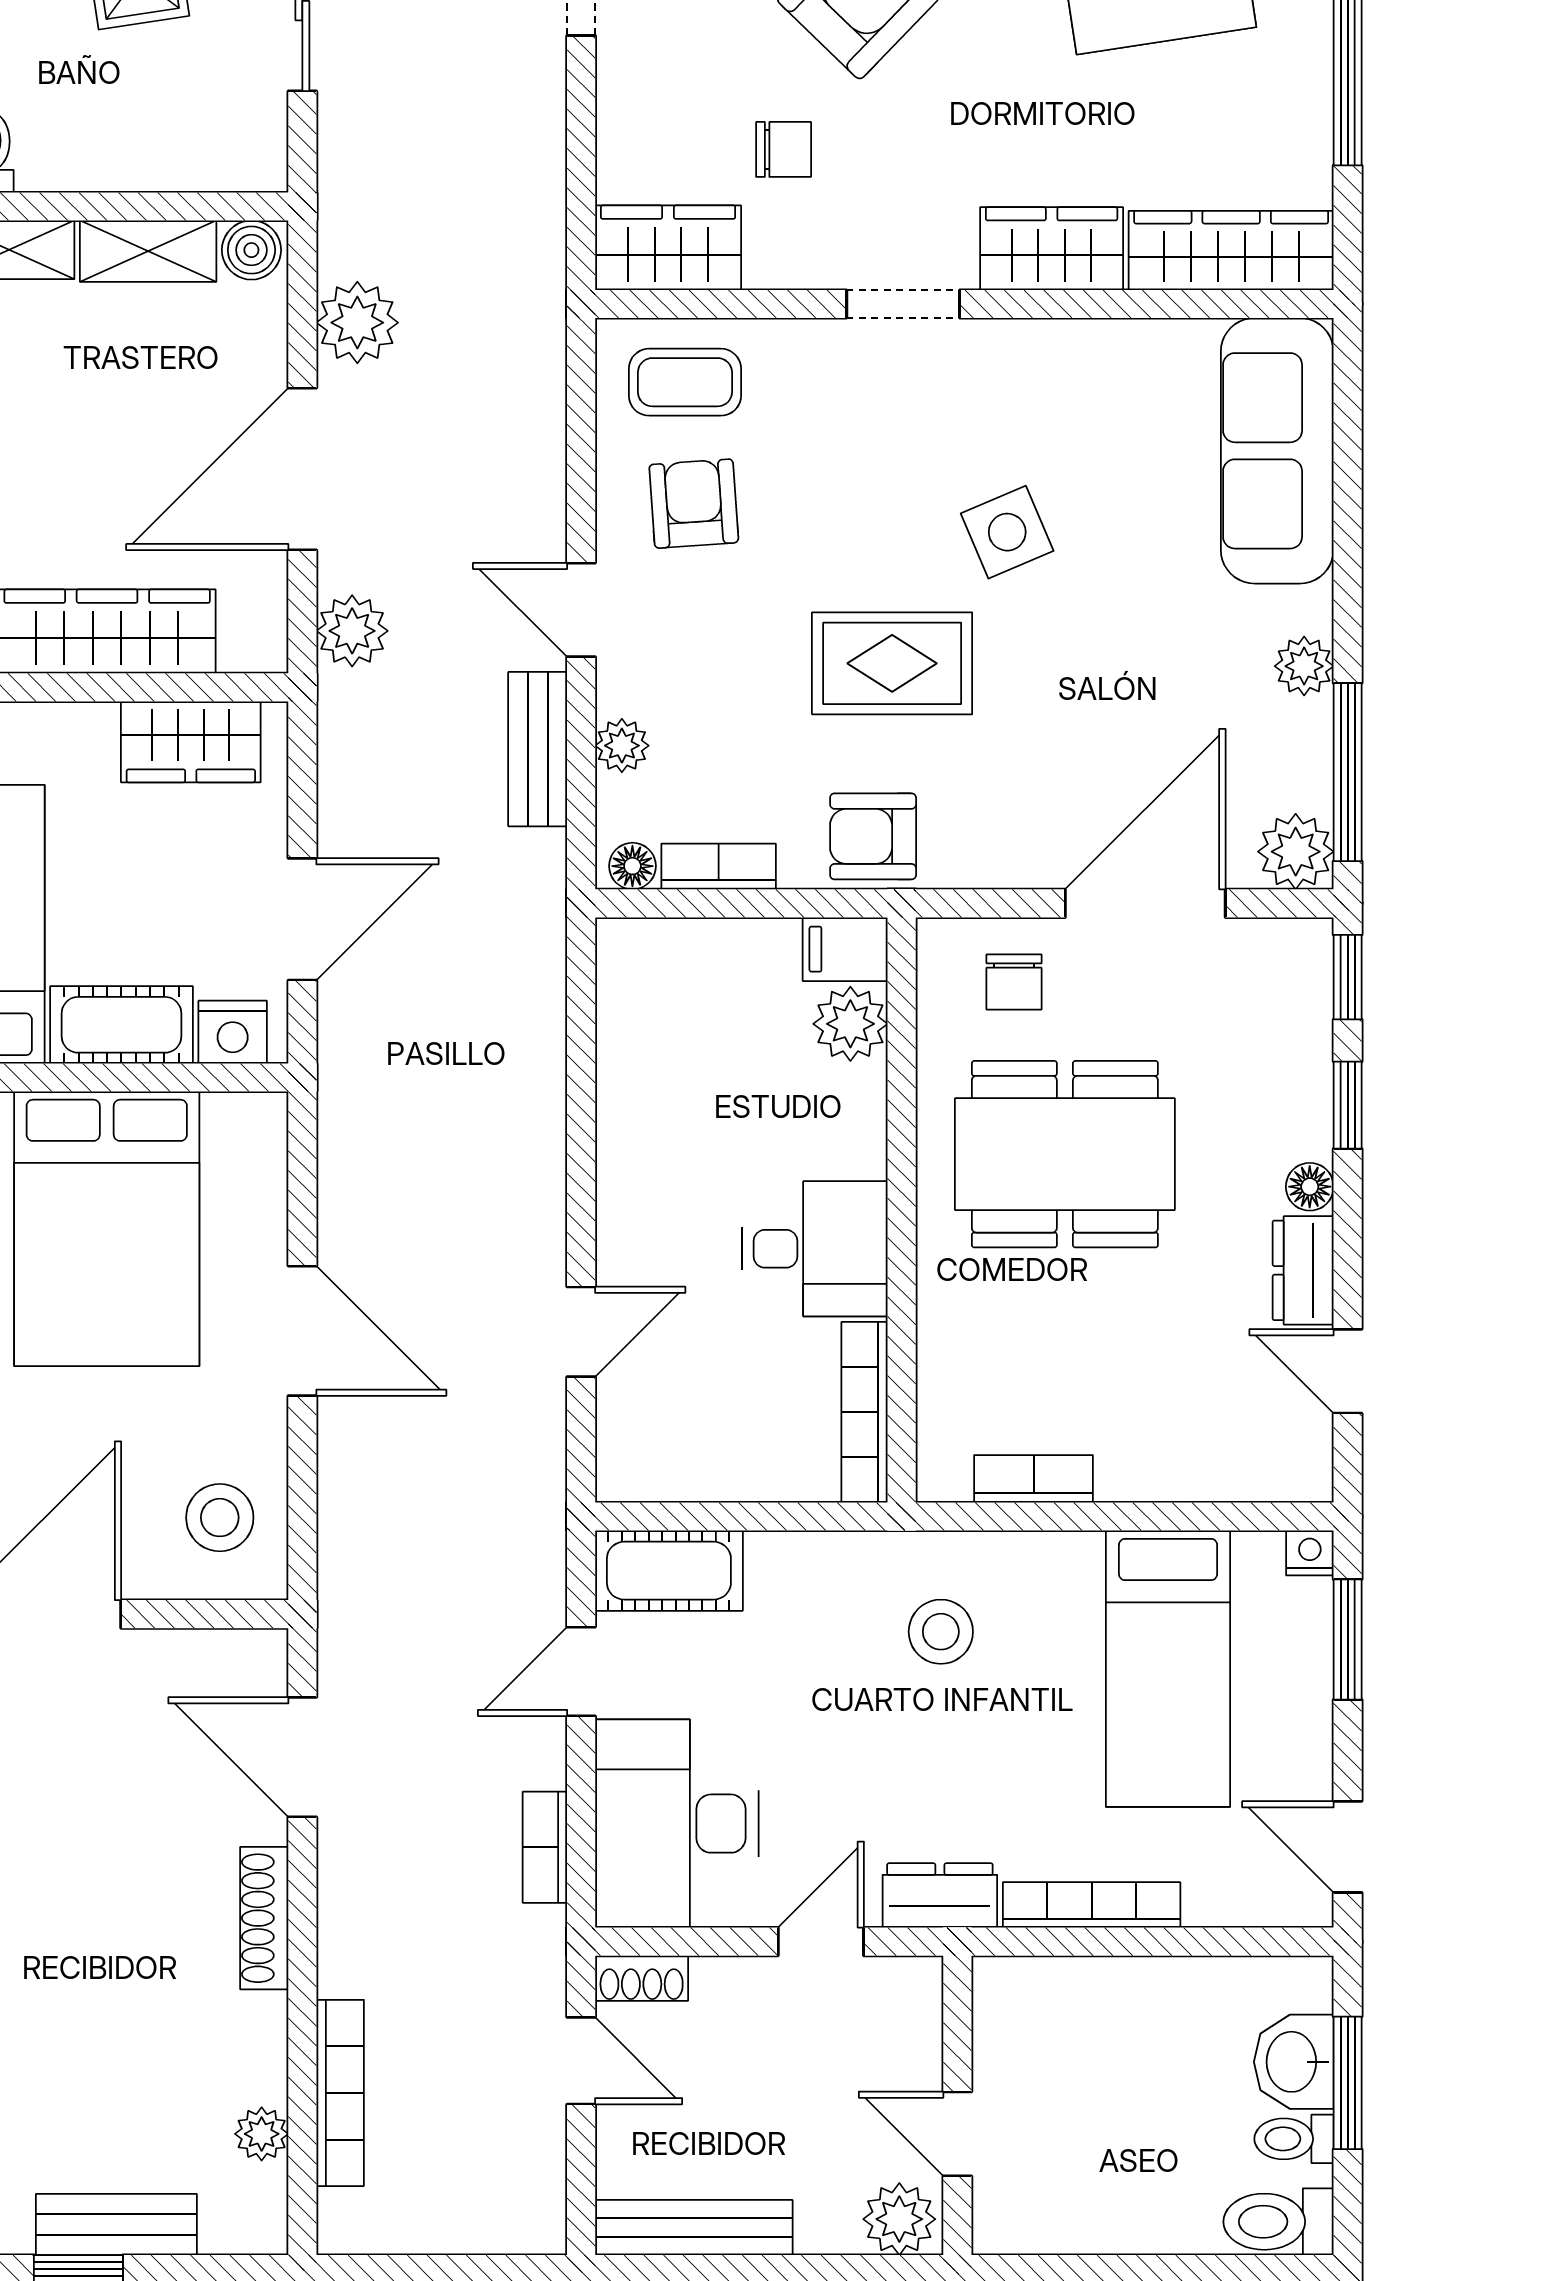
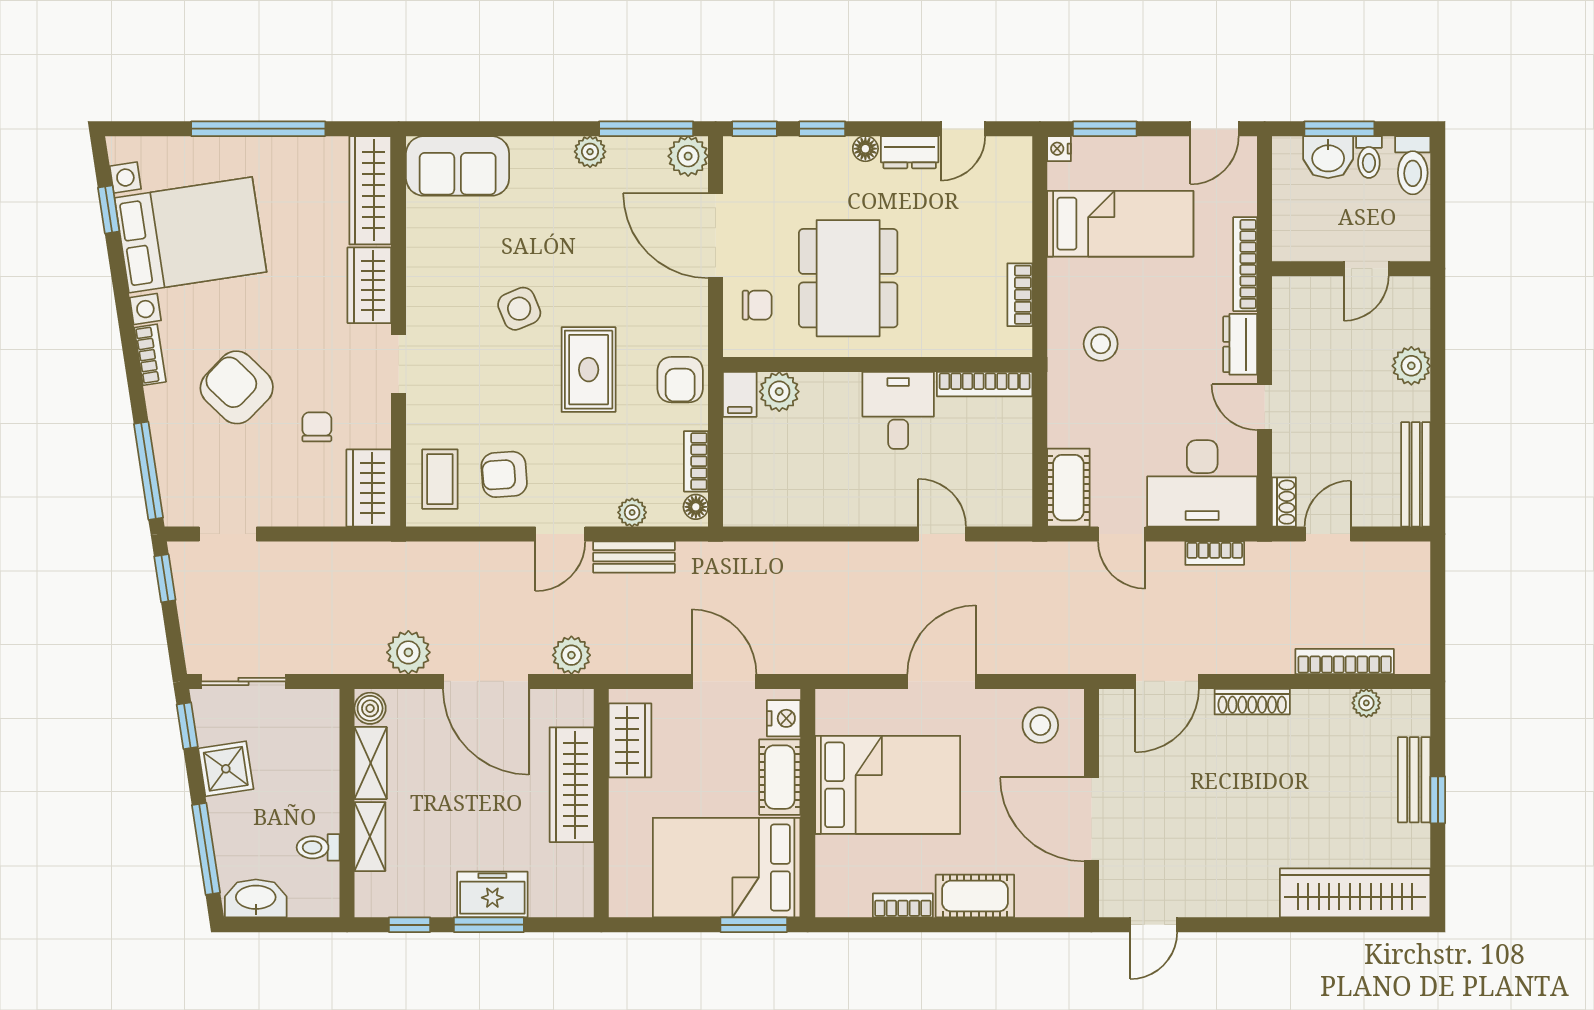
sofa: (1277, 451) -> (458, 166), width x0.73
wall: (957, 2105) -> (1351, 269), moved
door: (957, 2134) -> (1366, 269), moved

